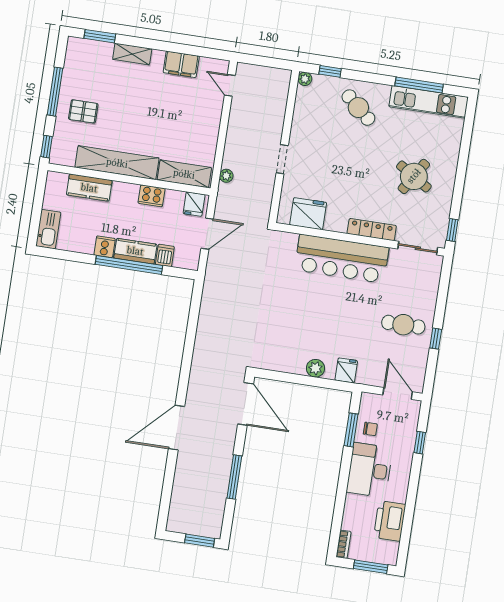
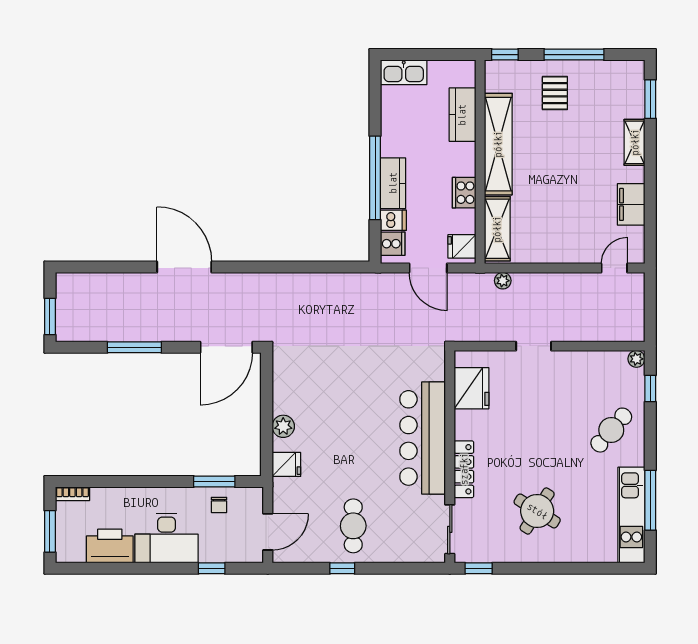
cooker: (105, 247) -> (393, 244), moved
desk: (370, 470) -> (167, 538), moved, turned 180

